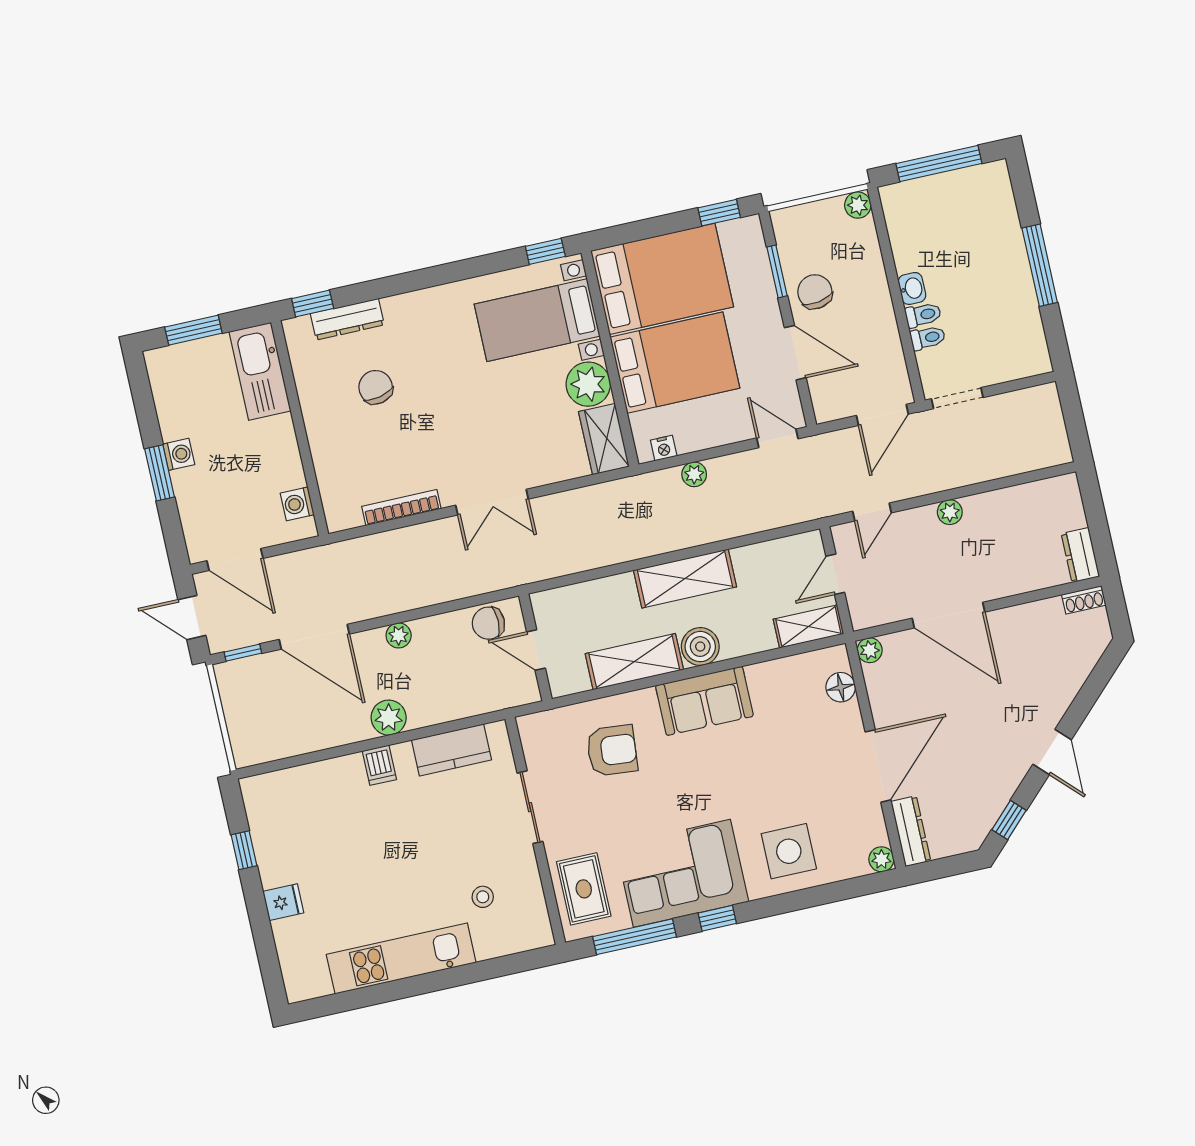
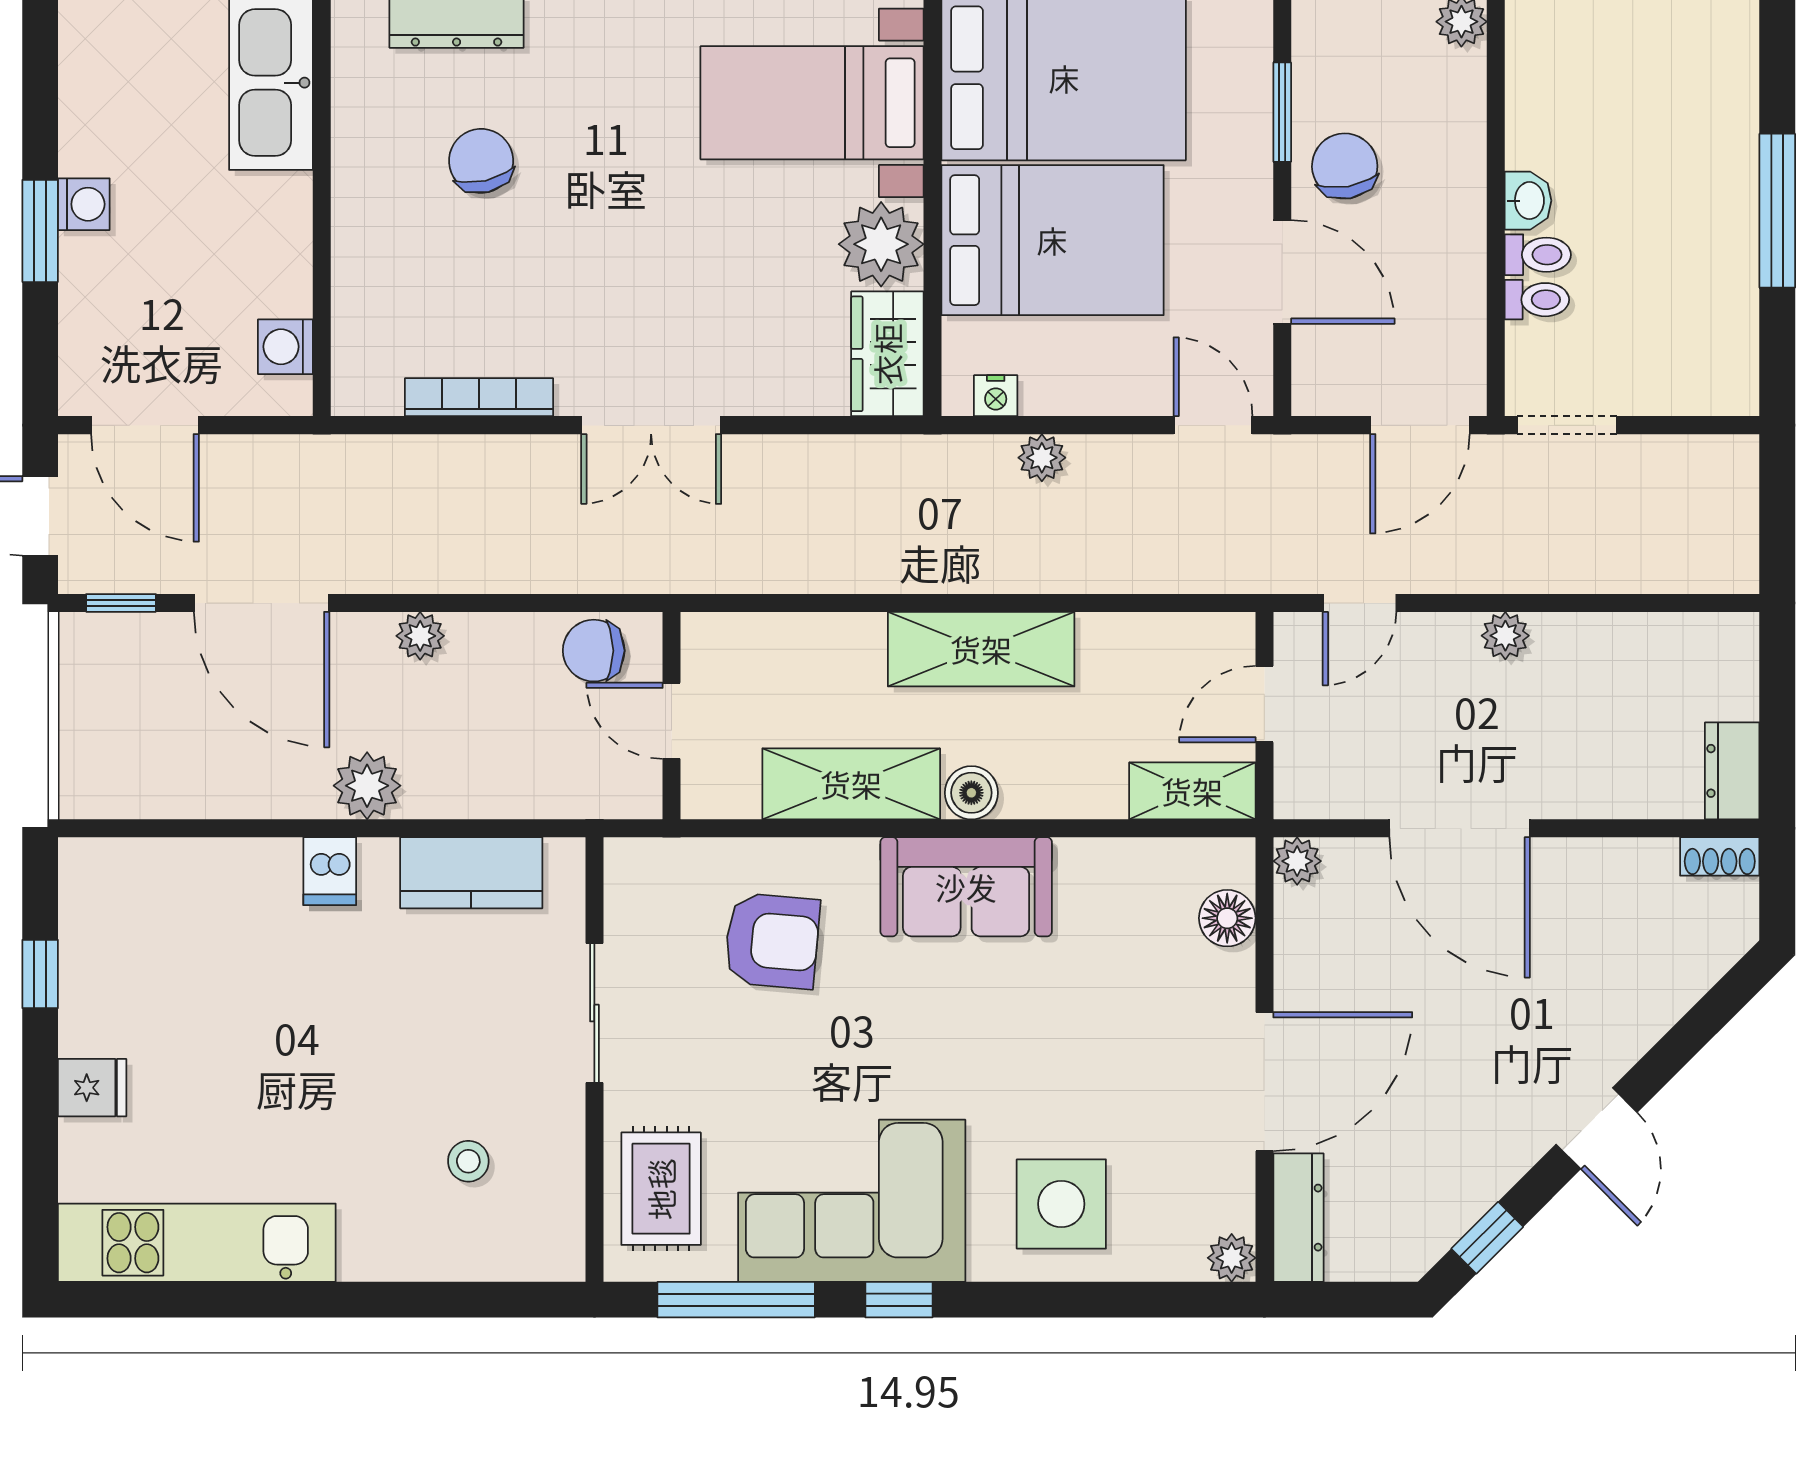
boiler: (700, 647) -> (971, 793), width x0.73, depth x0.73
kitchen unit: (401, 959) -> (197, 1243), moved

